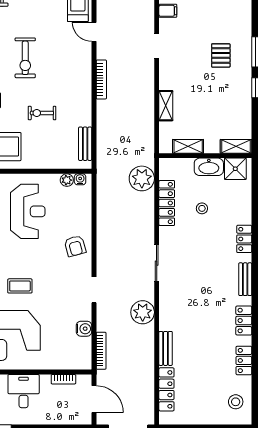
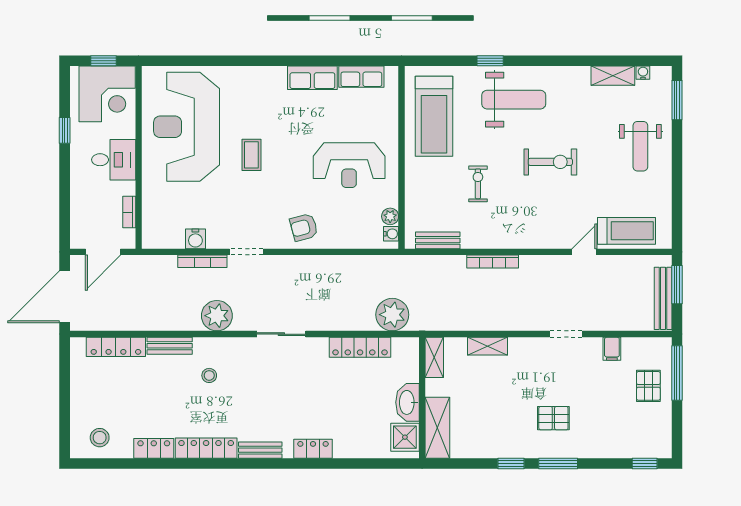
exercise bike: (25, 58) -> (550, 162), turned 180
bookcase: (101, 79) -> (493, 262), moved
shelving: (188, 146) -> (434, 357), moved
shelving: (236, 146) -> (437, 428), width x1.50, depth x1.33
stool: (202, 208) -> (209, 375), moved
locker: (244, 321) -> (206, 448), width x1.53
bookcase: (101, 351) -> (202, 261), moved

